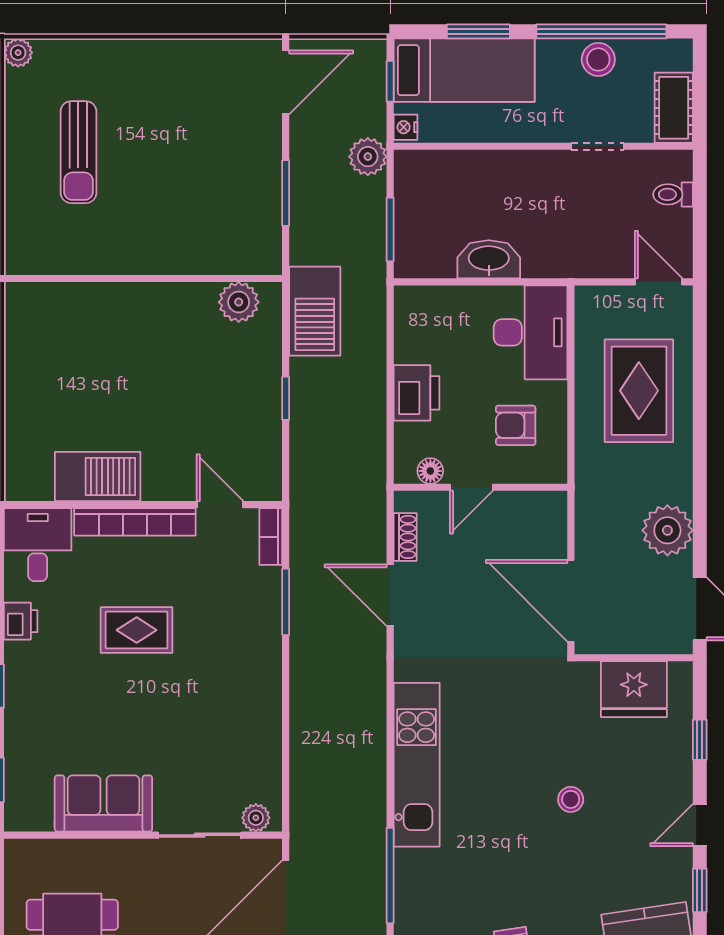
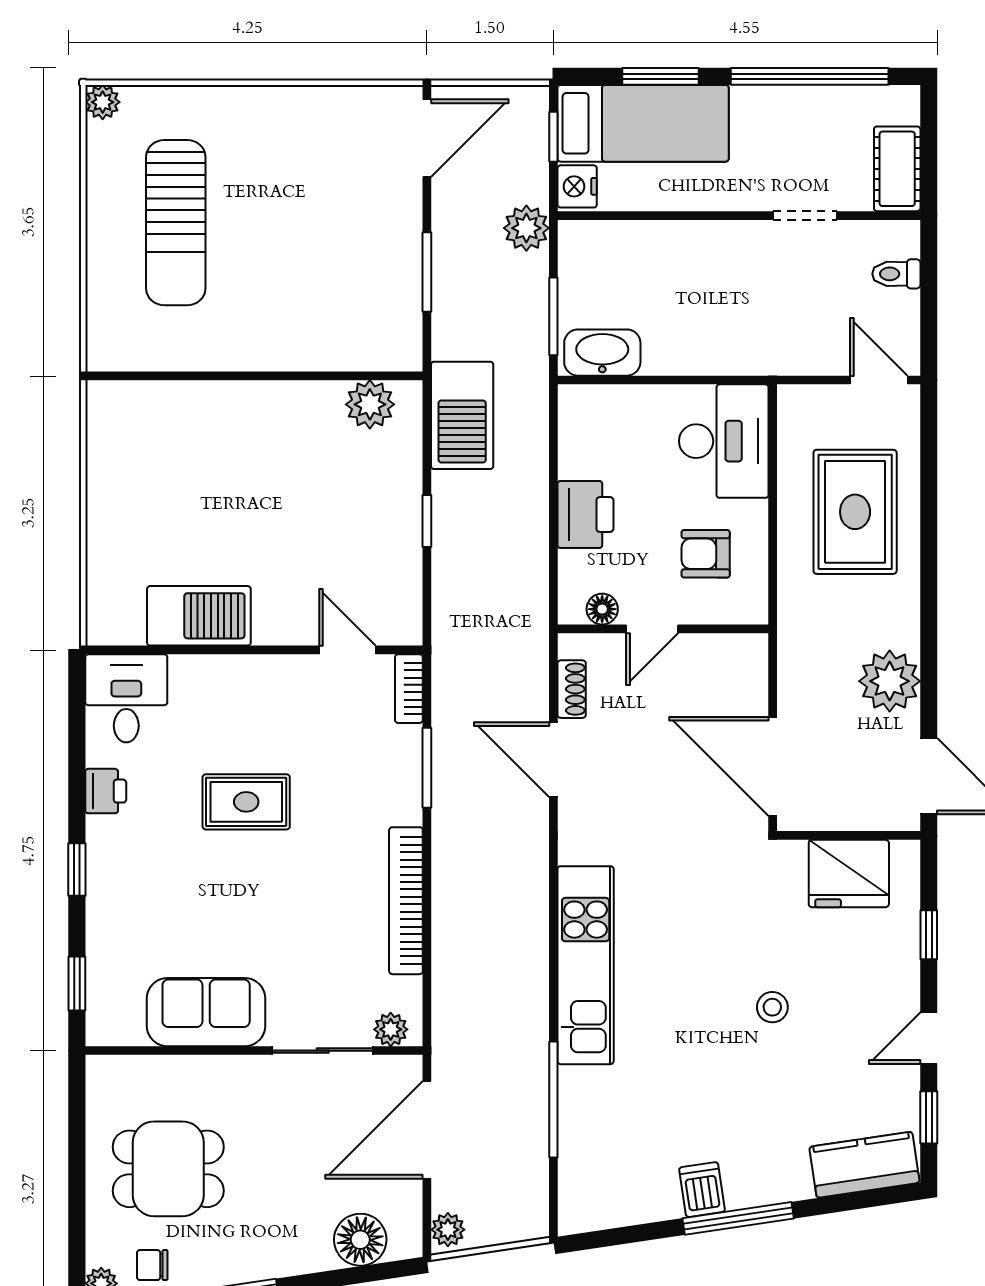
stool: (598, 59) -> (806, 110), removed
nightstand: (405, 127) -> (577, 186), width x1.39, depth x1.35
sun lounger: (78, 152) -> (176, 223), width x1.36, depth x1.34
washbasin: (489, 259) -> (602, 353), moved
bookcase: (135, 522) -> (406, 901), moved, turned 90

